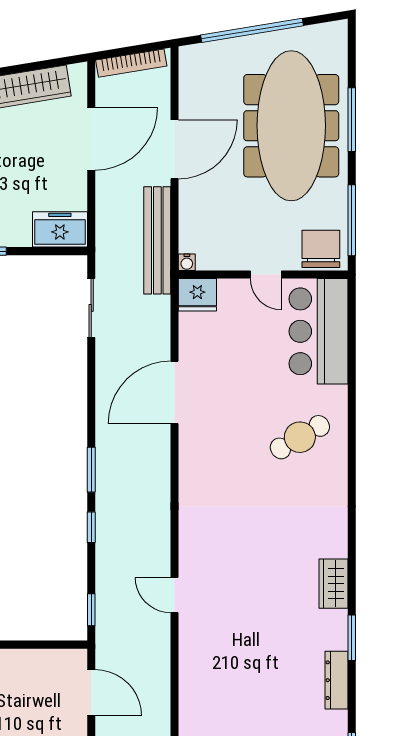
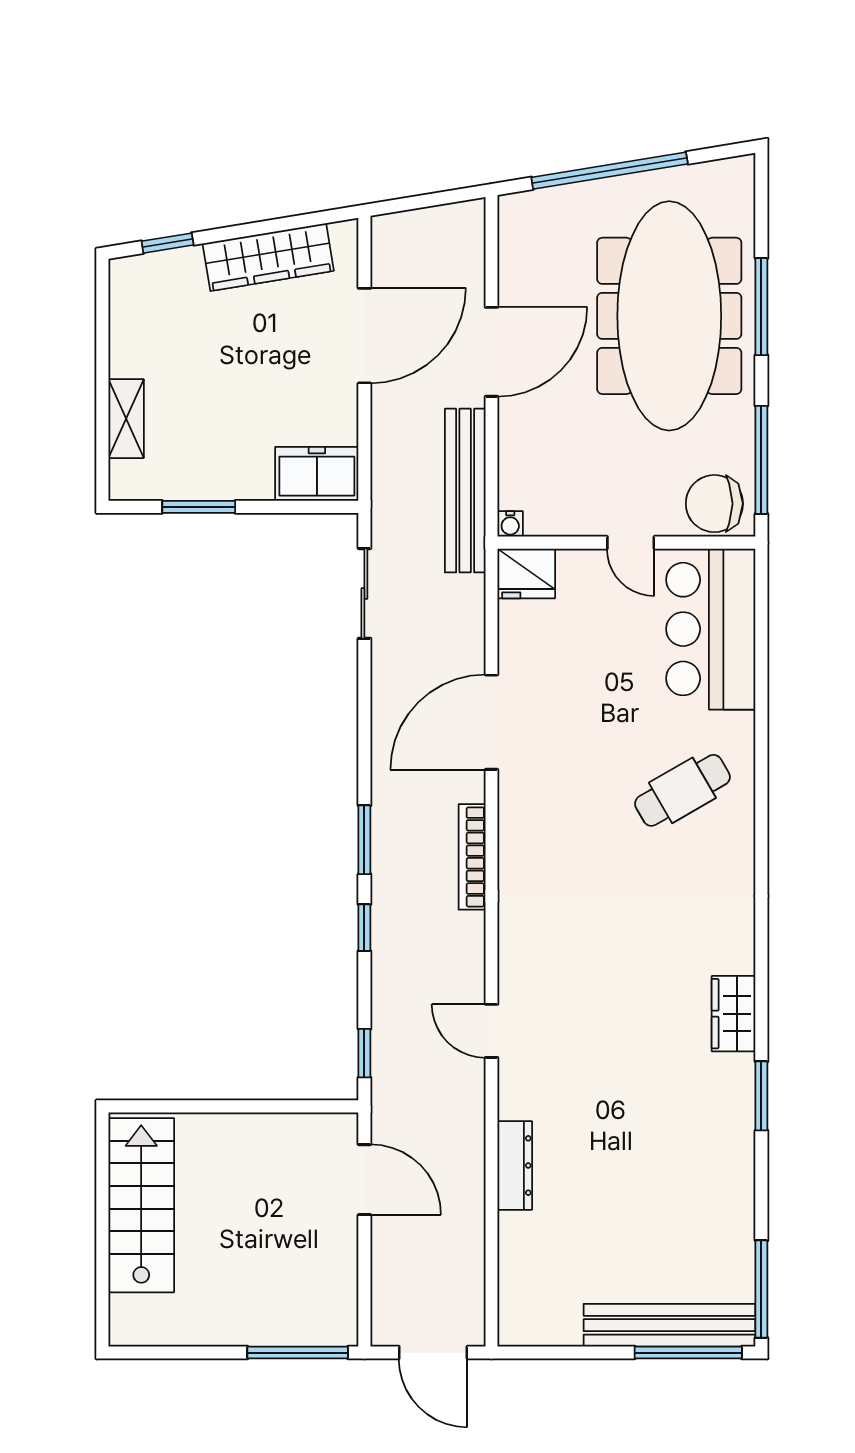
bookcase: (131, 63) -> (472, 857), moved, turned 99
chair: (321, 249) -> (714, 504), turned -90
dresser: (336, 680) -> (515, 1166), moved, turned 180

